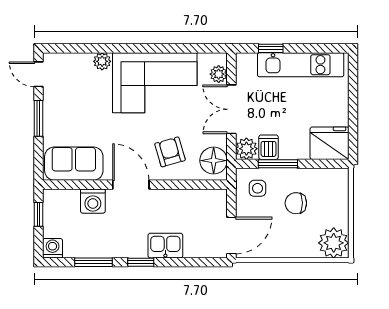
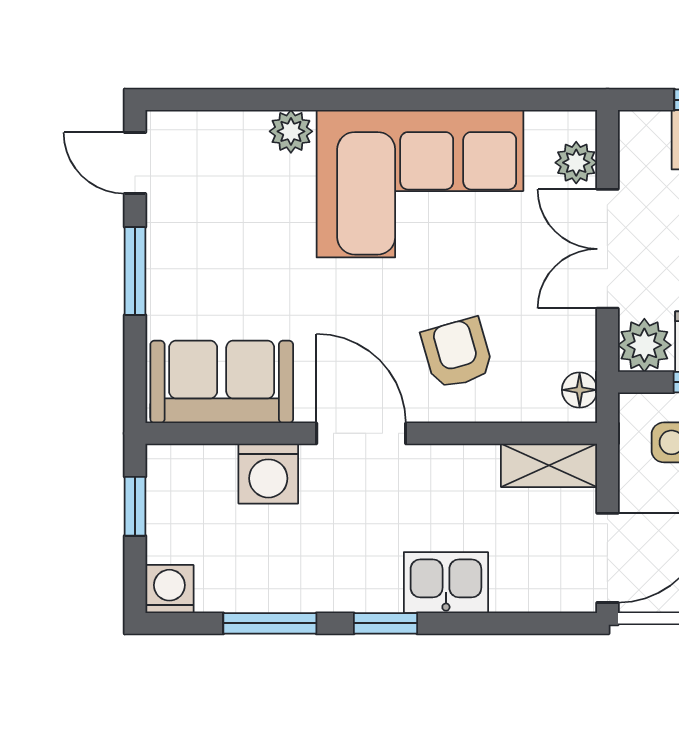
floor lamp: (214, 161) -> (580, 390), width x0.53, depth x0.53
shelving: (208, 198) -> (549, 465), added

